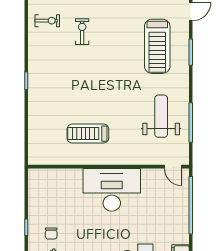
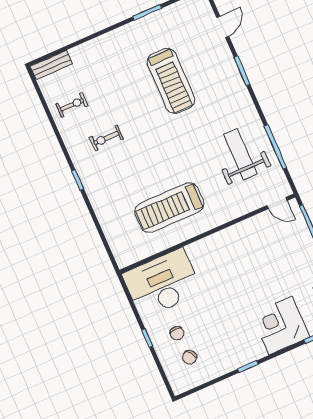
exercise bike: (82, 32) -> (106, 138), moved, turned -90
treadmill: (157, 46) -> (171, 81), moved
treadmill: (88, 134) -> (169, 208), width x1.37, depth x1.38
desk: (112, 190) -> (162, 283), moved

